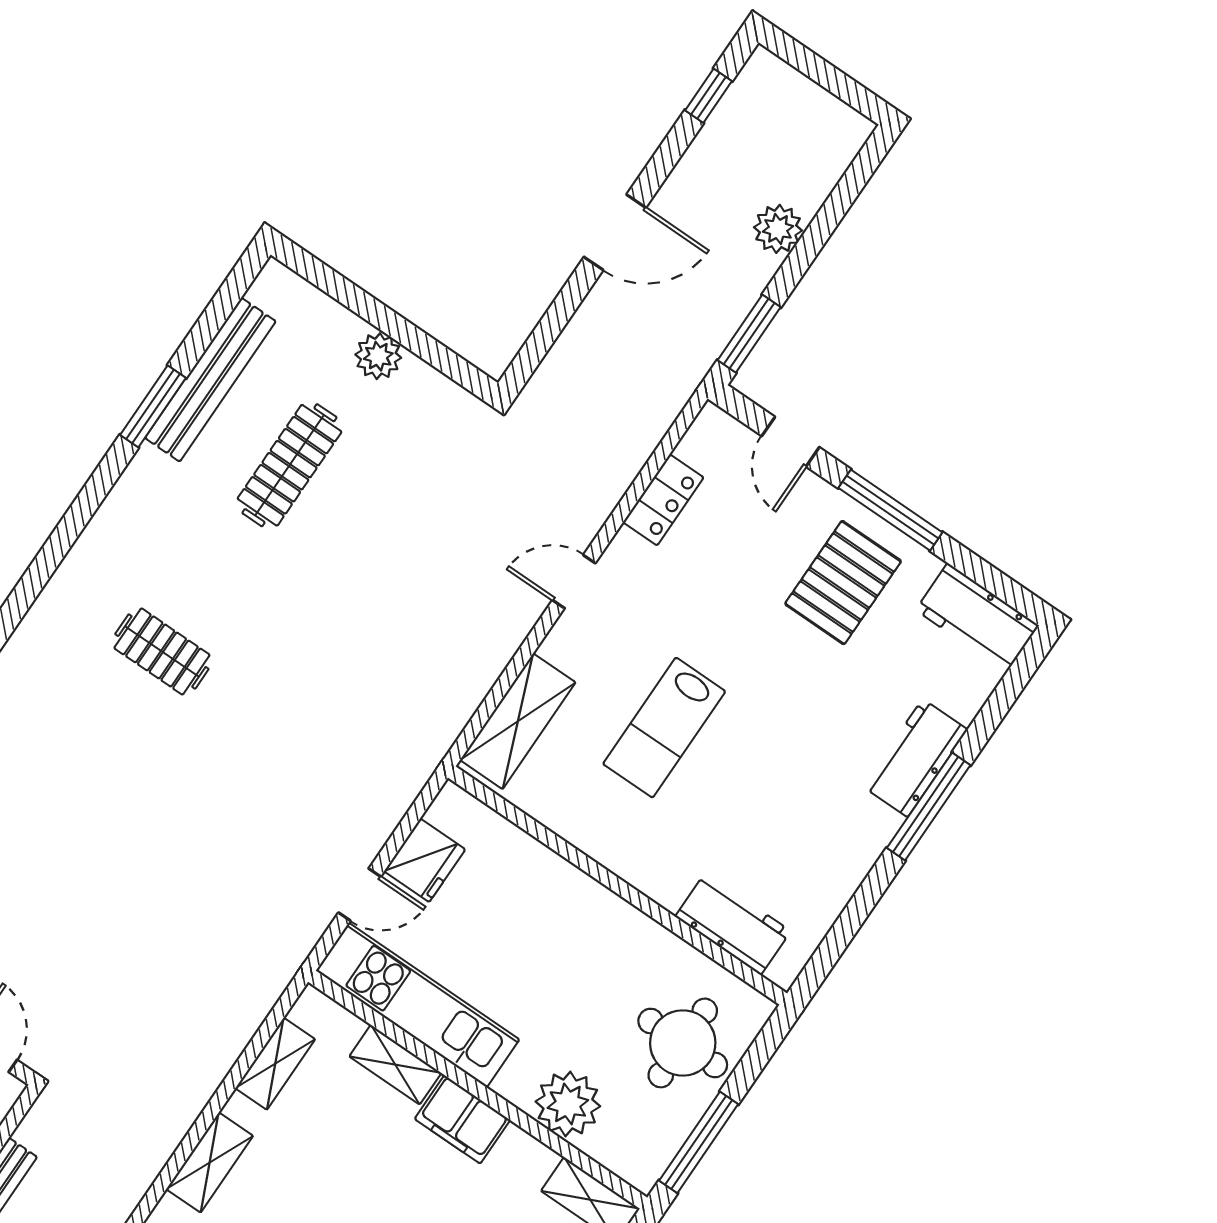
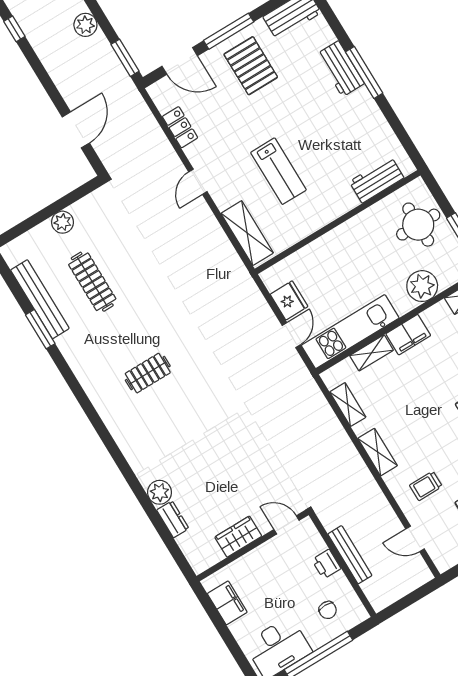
door: (615, 232) -> (76, 130), moved
door: (790, 442) -> (180, 61), width x1.38

